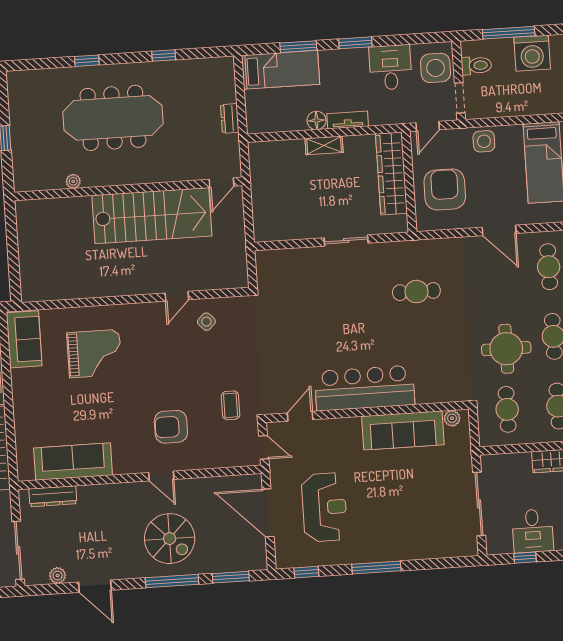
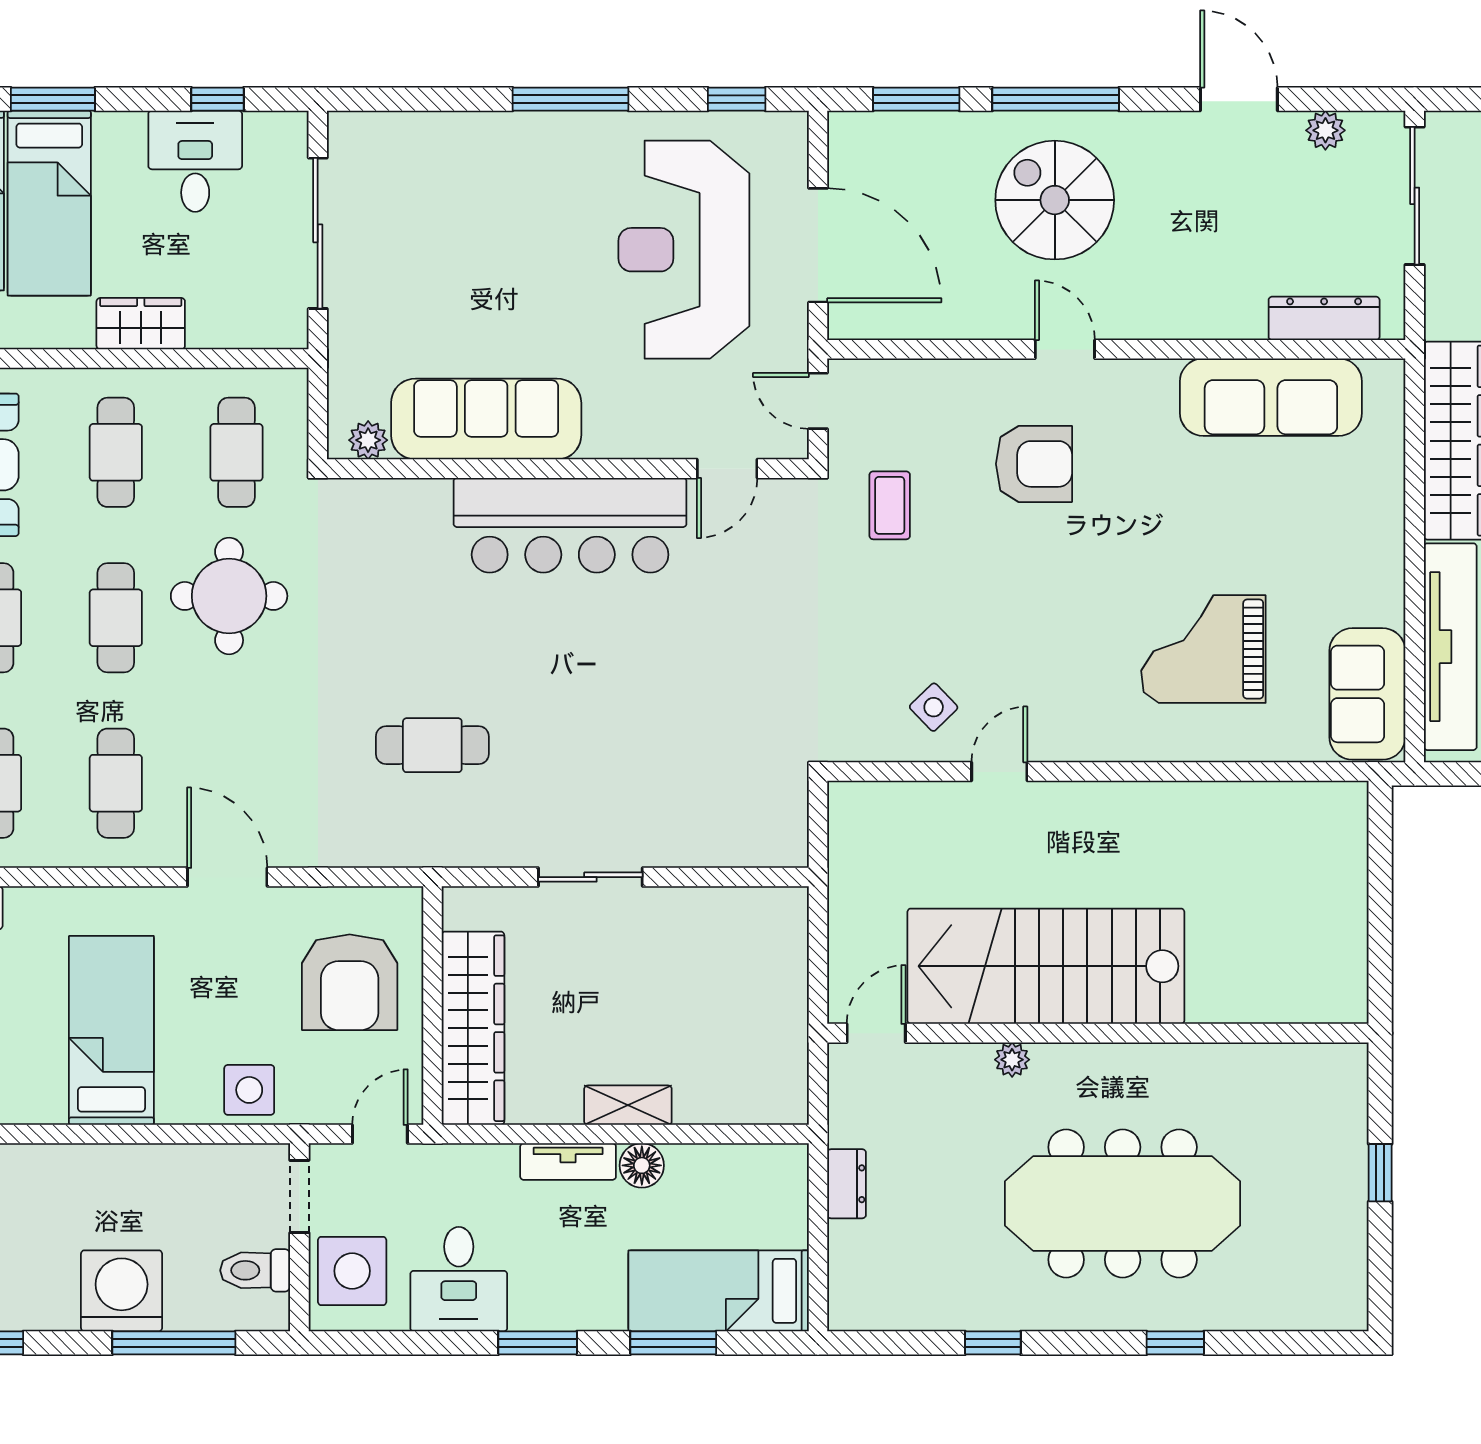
plant: (73, 181) -> (1012, 1060), moved
reception desk: (324, 507) -> (684, 250), width x1.36, depth x1.30

